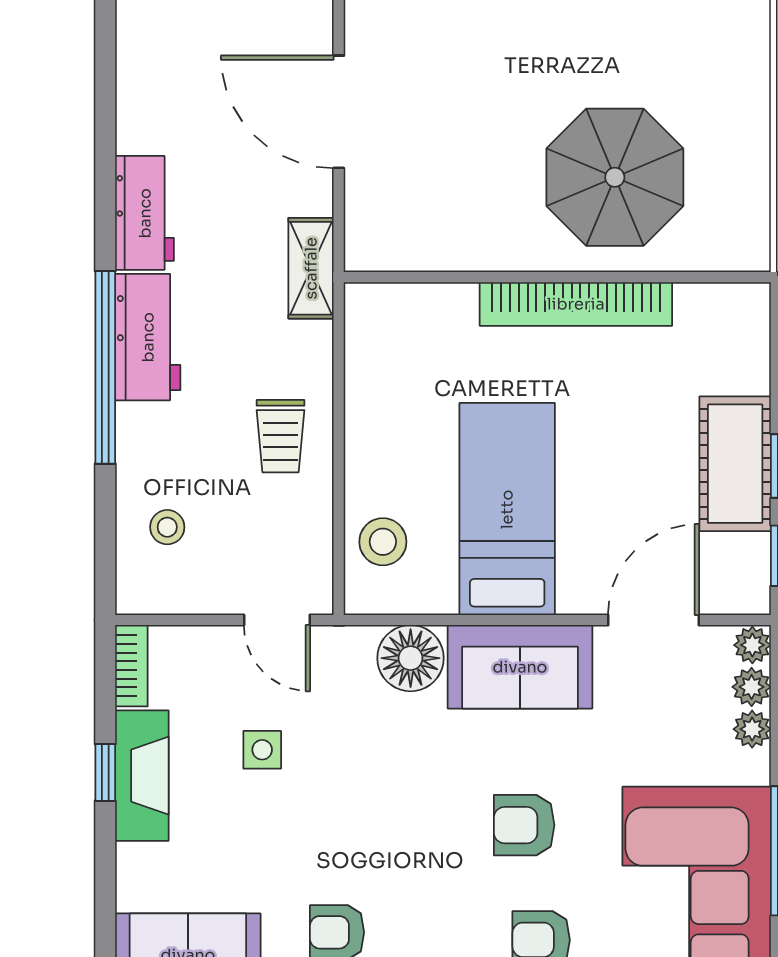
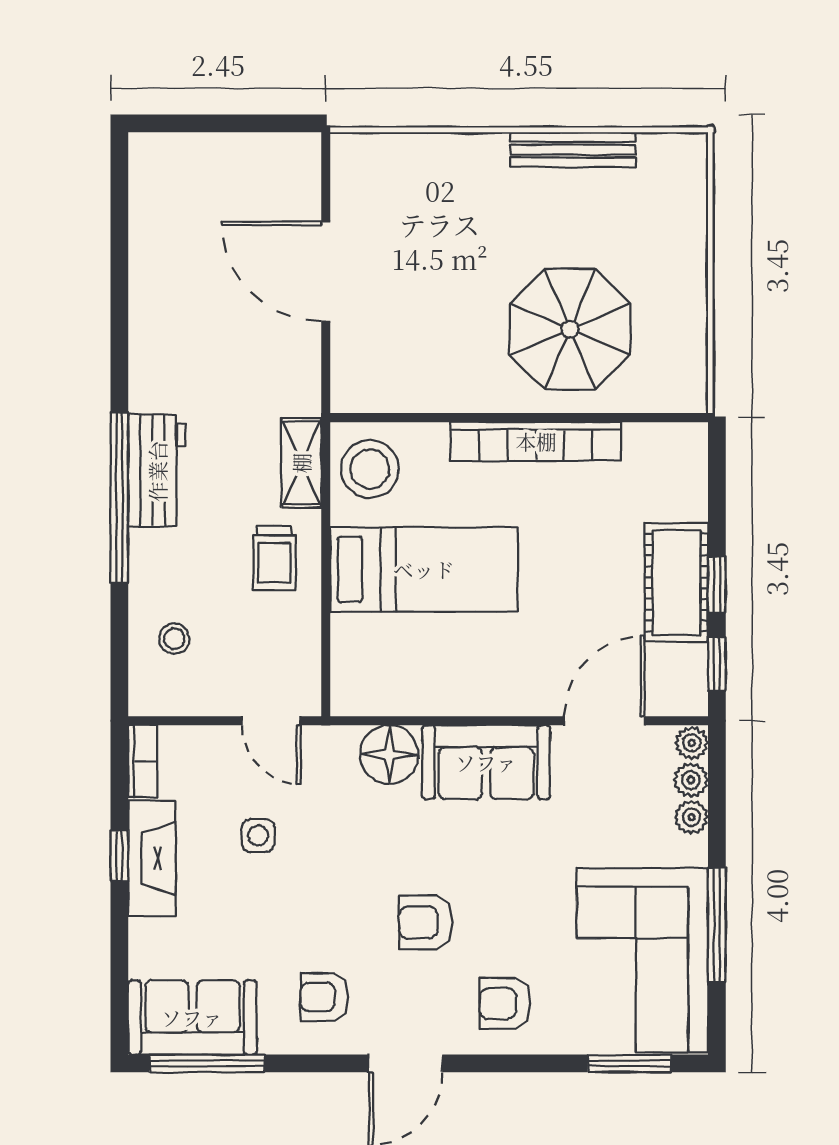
workbench: (145, 213) -> (154, 361), removed
shelving: (311, 268) -> (301, 463), moved
bed: (507, 509) -> (424, 569), moved, turned 90
stool: (383, 542) -> (370, 469), moved, width x1.38, depth x1.38
armchair: (524, 825) -> (426, 922), moved

